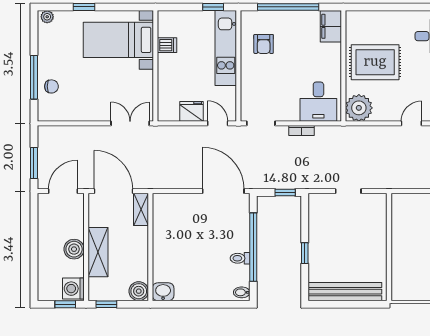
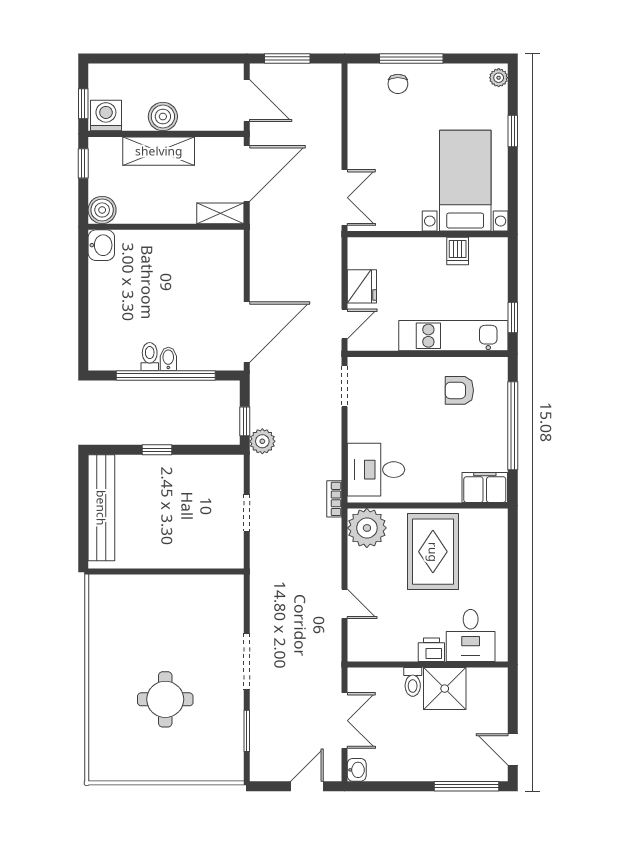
bookcase: (301, 130) -> (334, 499), moved
plant: (299, 180) -> (262, 441), added
bidet: (242, 292) -> (168, 359), moved

